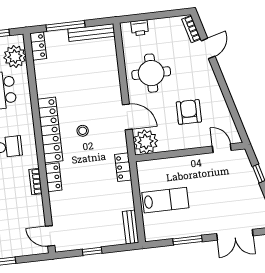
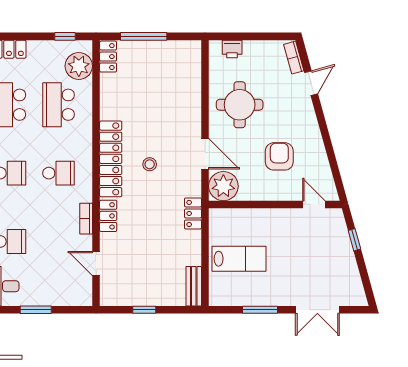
bench: (91, 33) -> (174, 48), removed
door: (50, 236) -> (96, 263), moved

